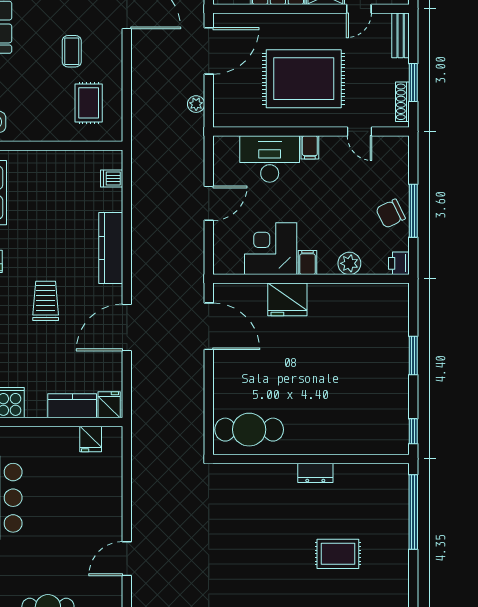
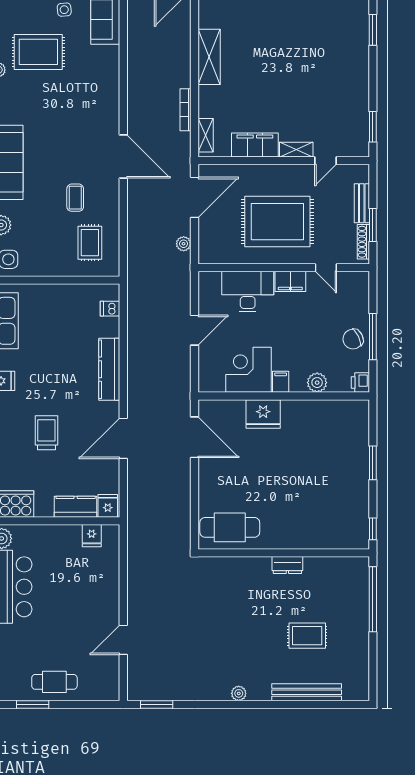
bench: (401, 35) -> (362, 203), moved
filing cabinet: (310, 147) -> (290, 281), width x2.00
trolley: (46, 301) -> (46, 433), moved

